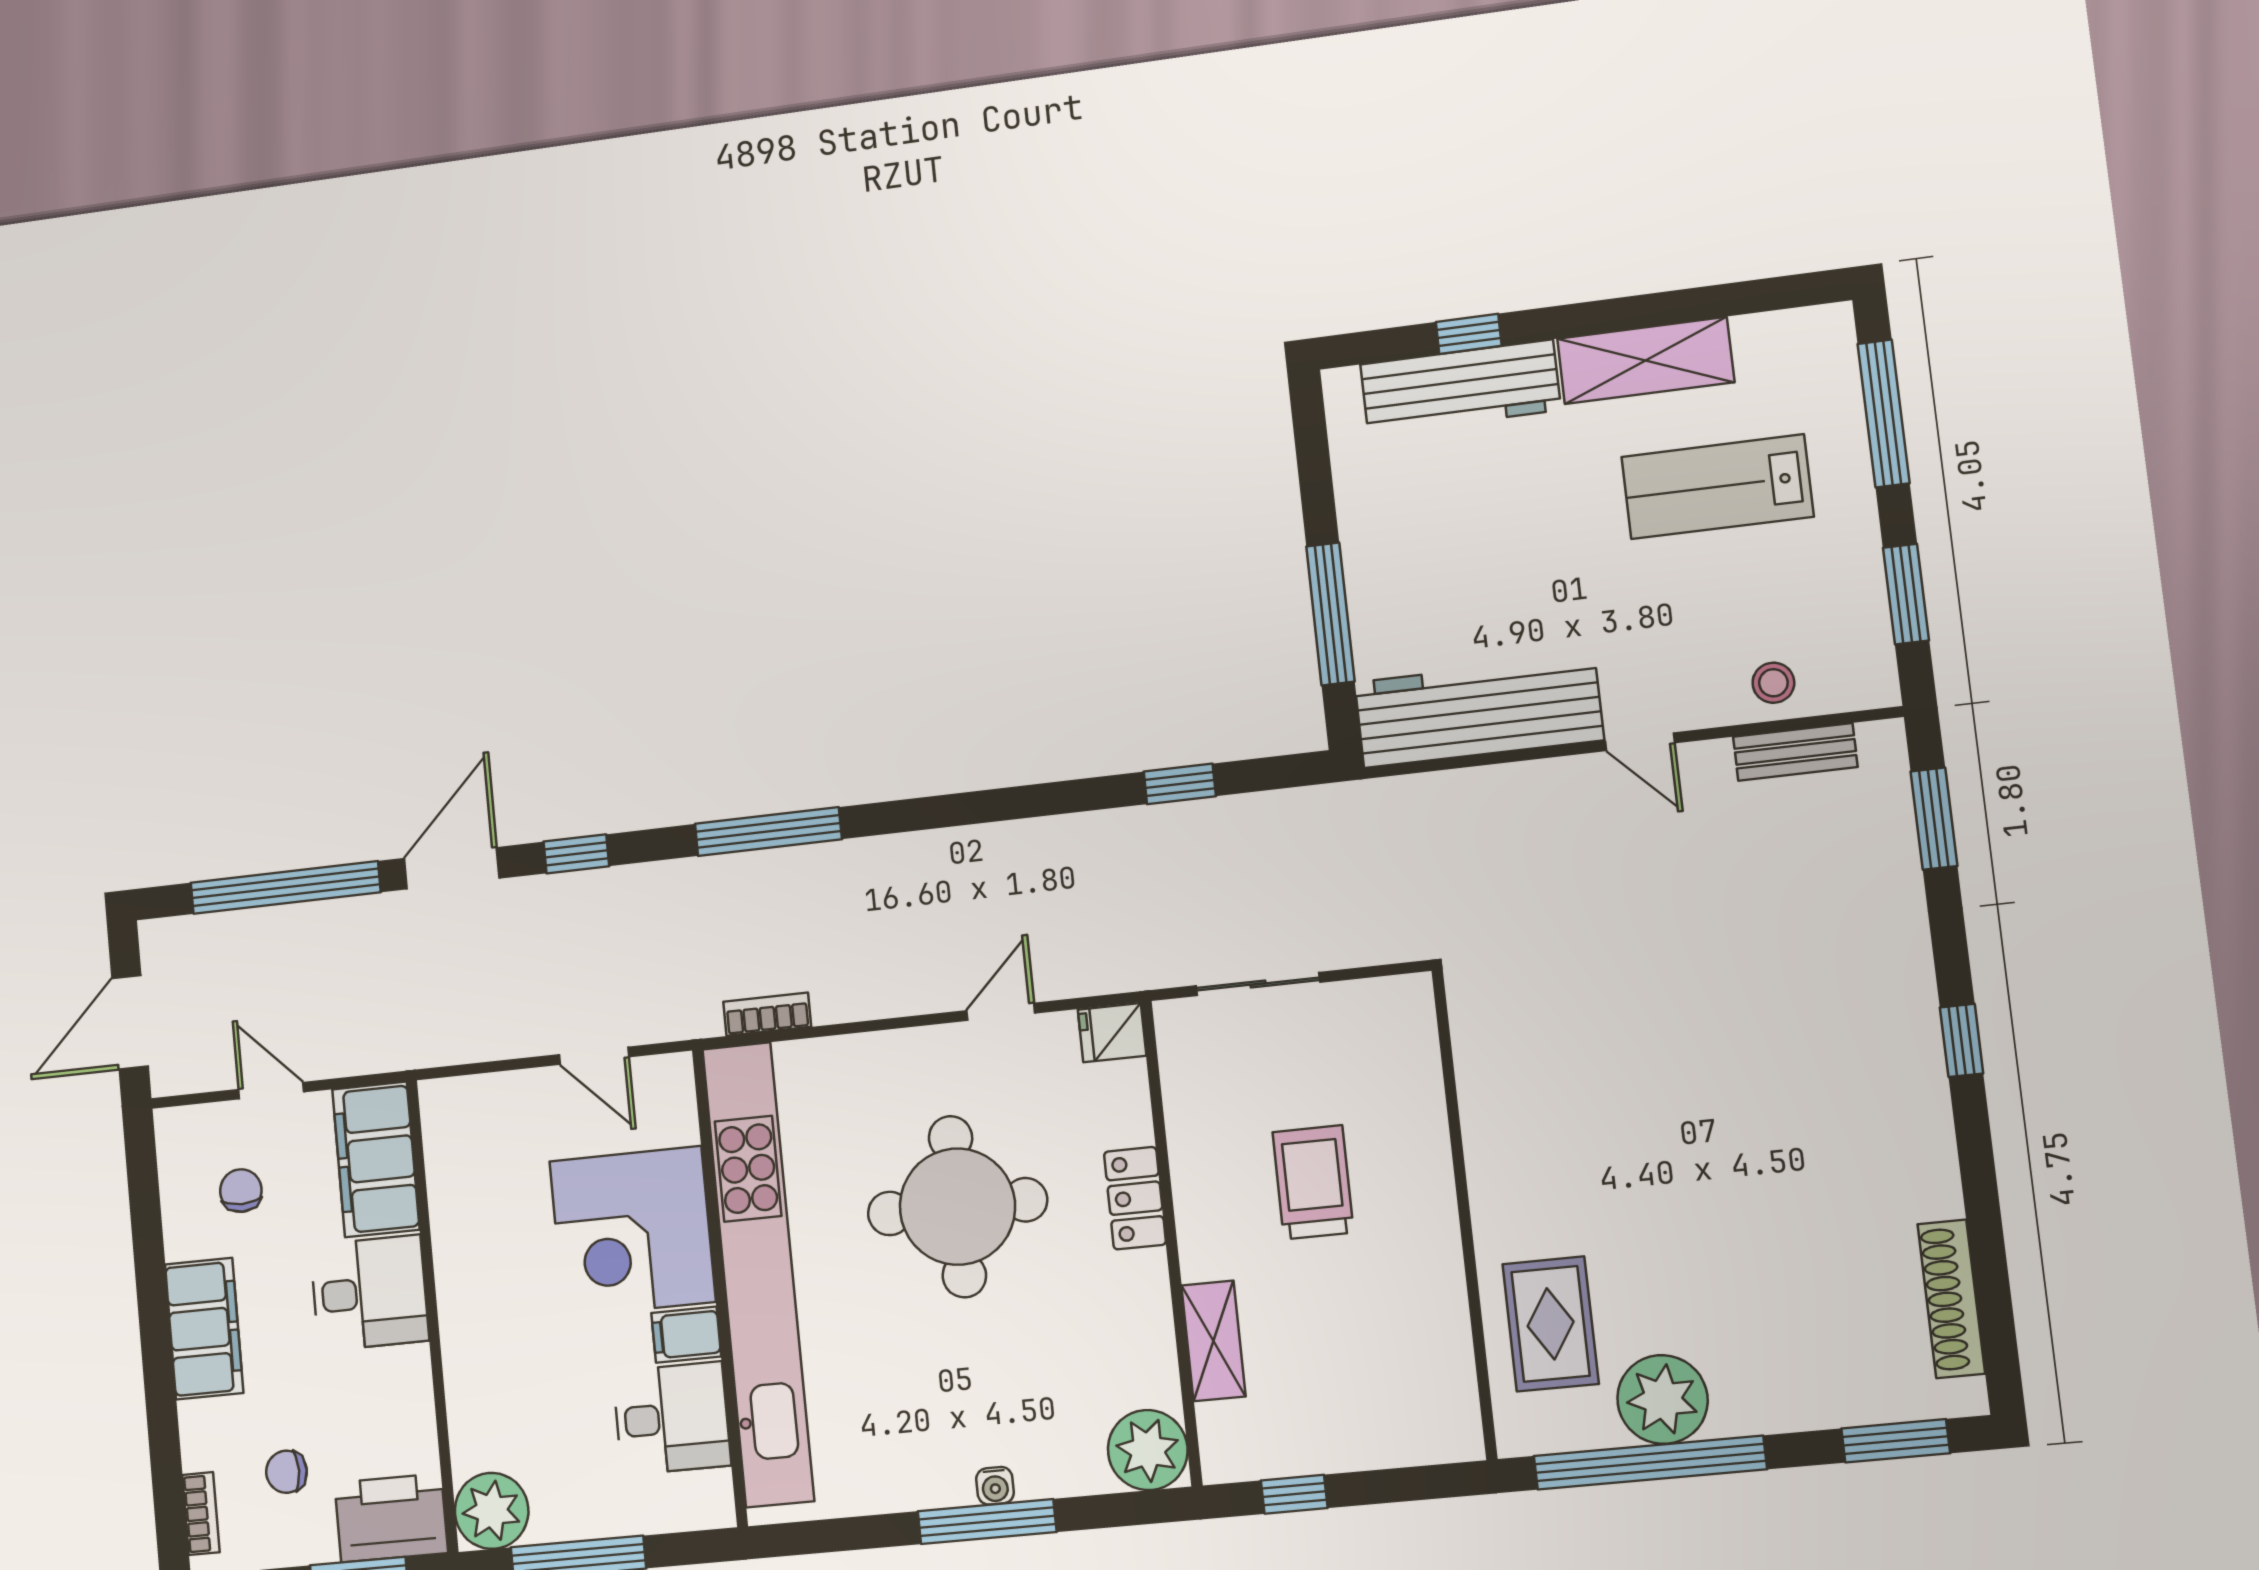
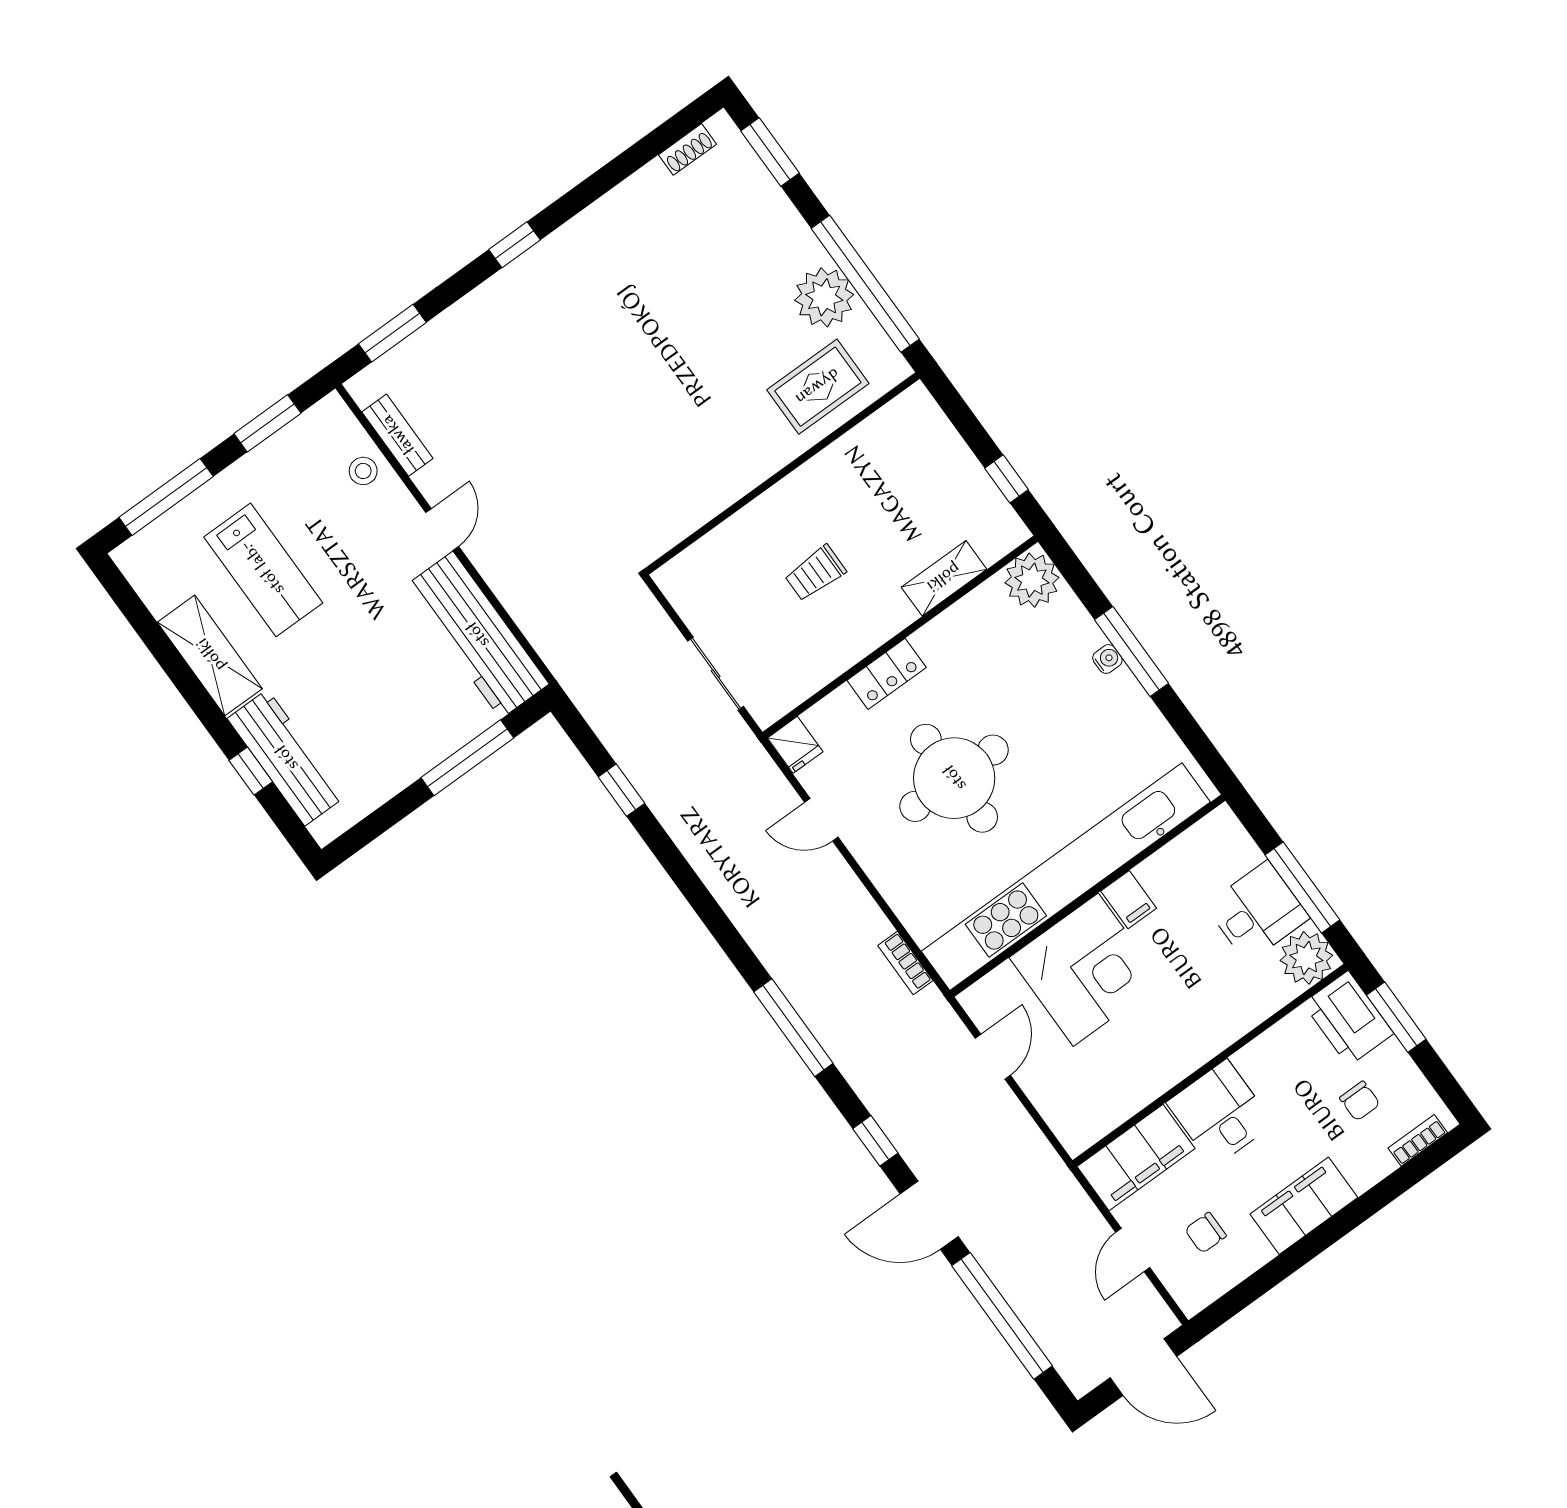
trolley: (1313, 1182) -> (815, 573), width x0.73, depth x0.72
shoe rack: (1951, 1299) -> (687, 149), width x0.51, depth x0.81
desk: (672, 1418) -> (1257, 912), moved, turned 90

